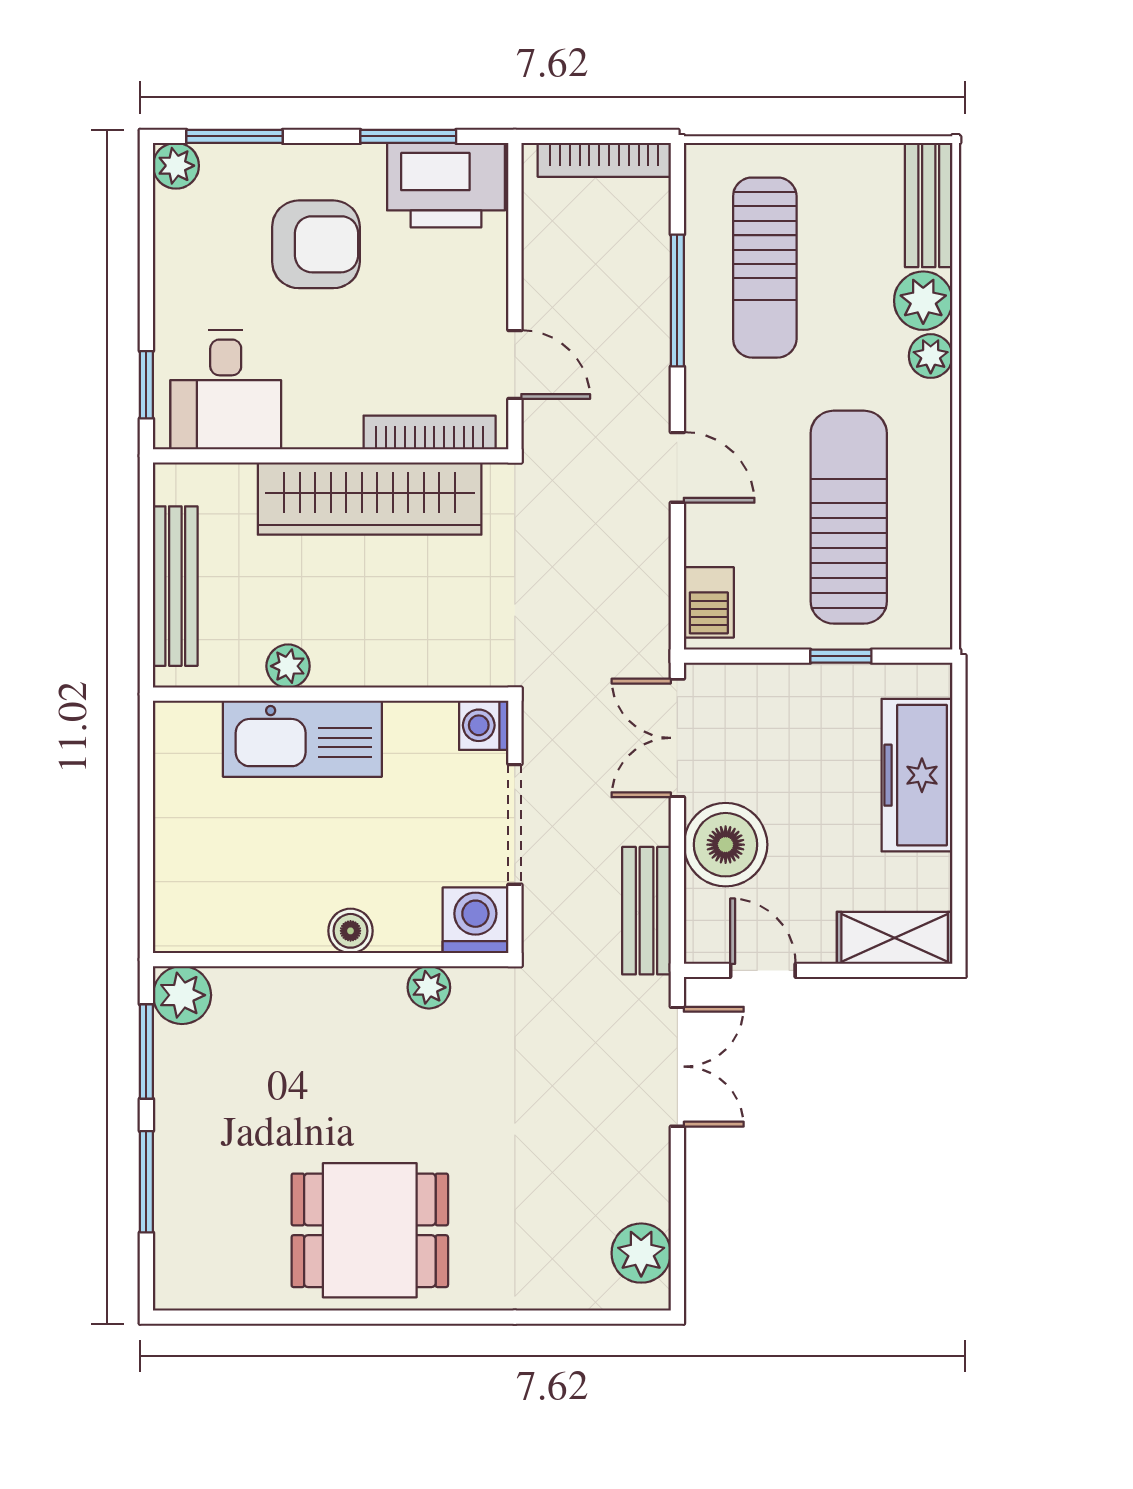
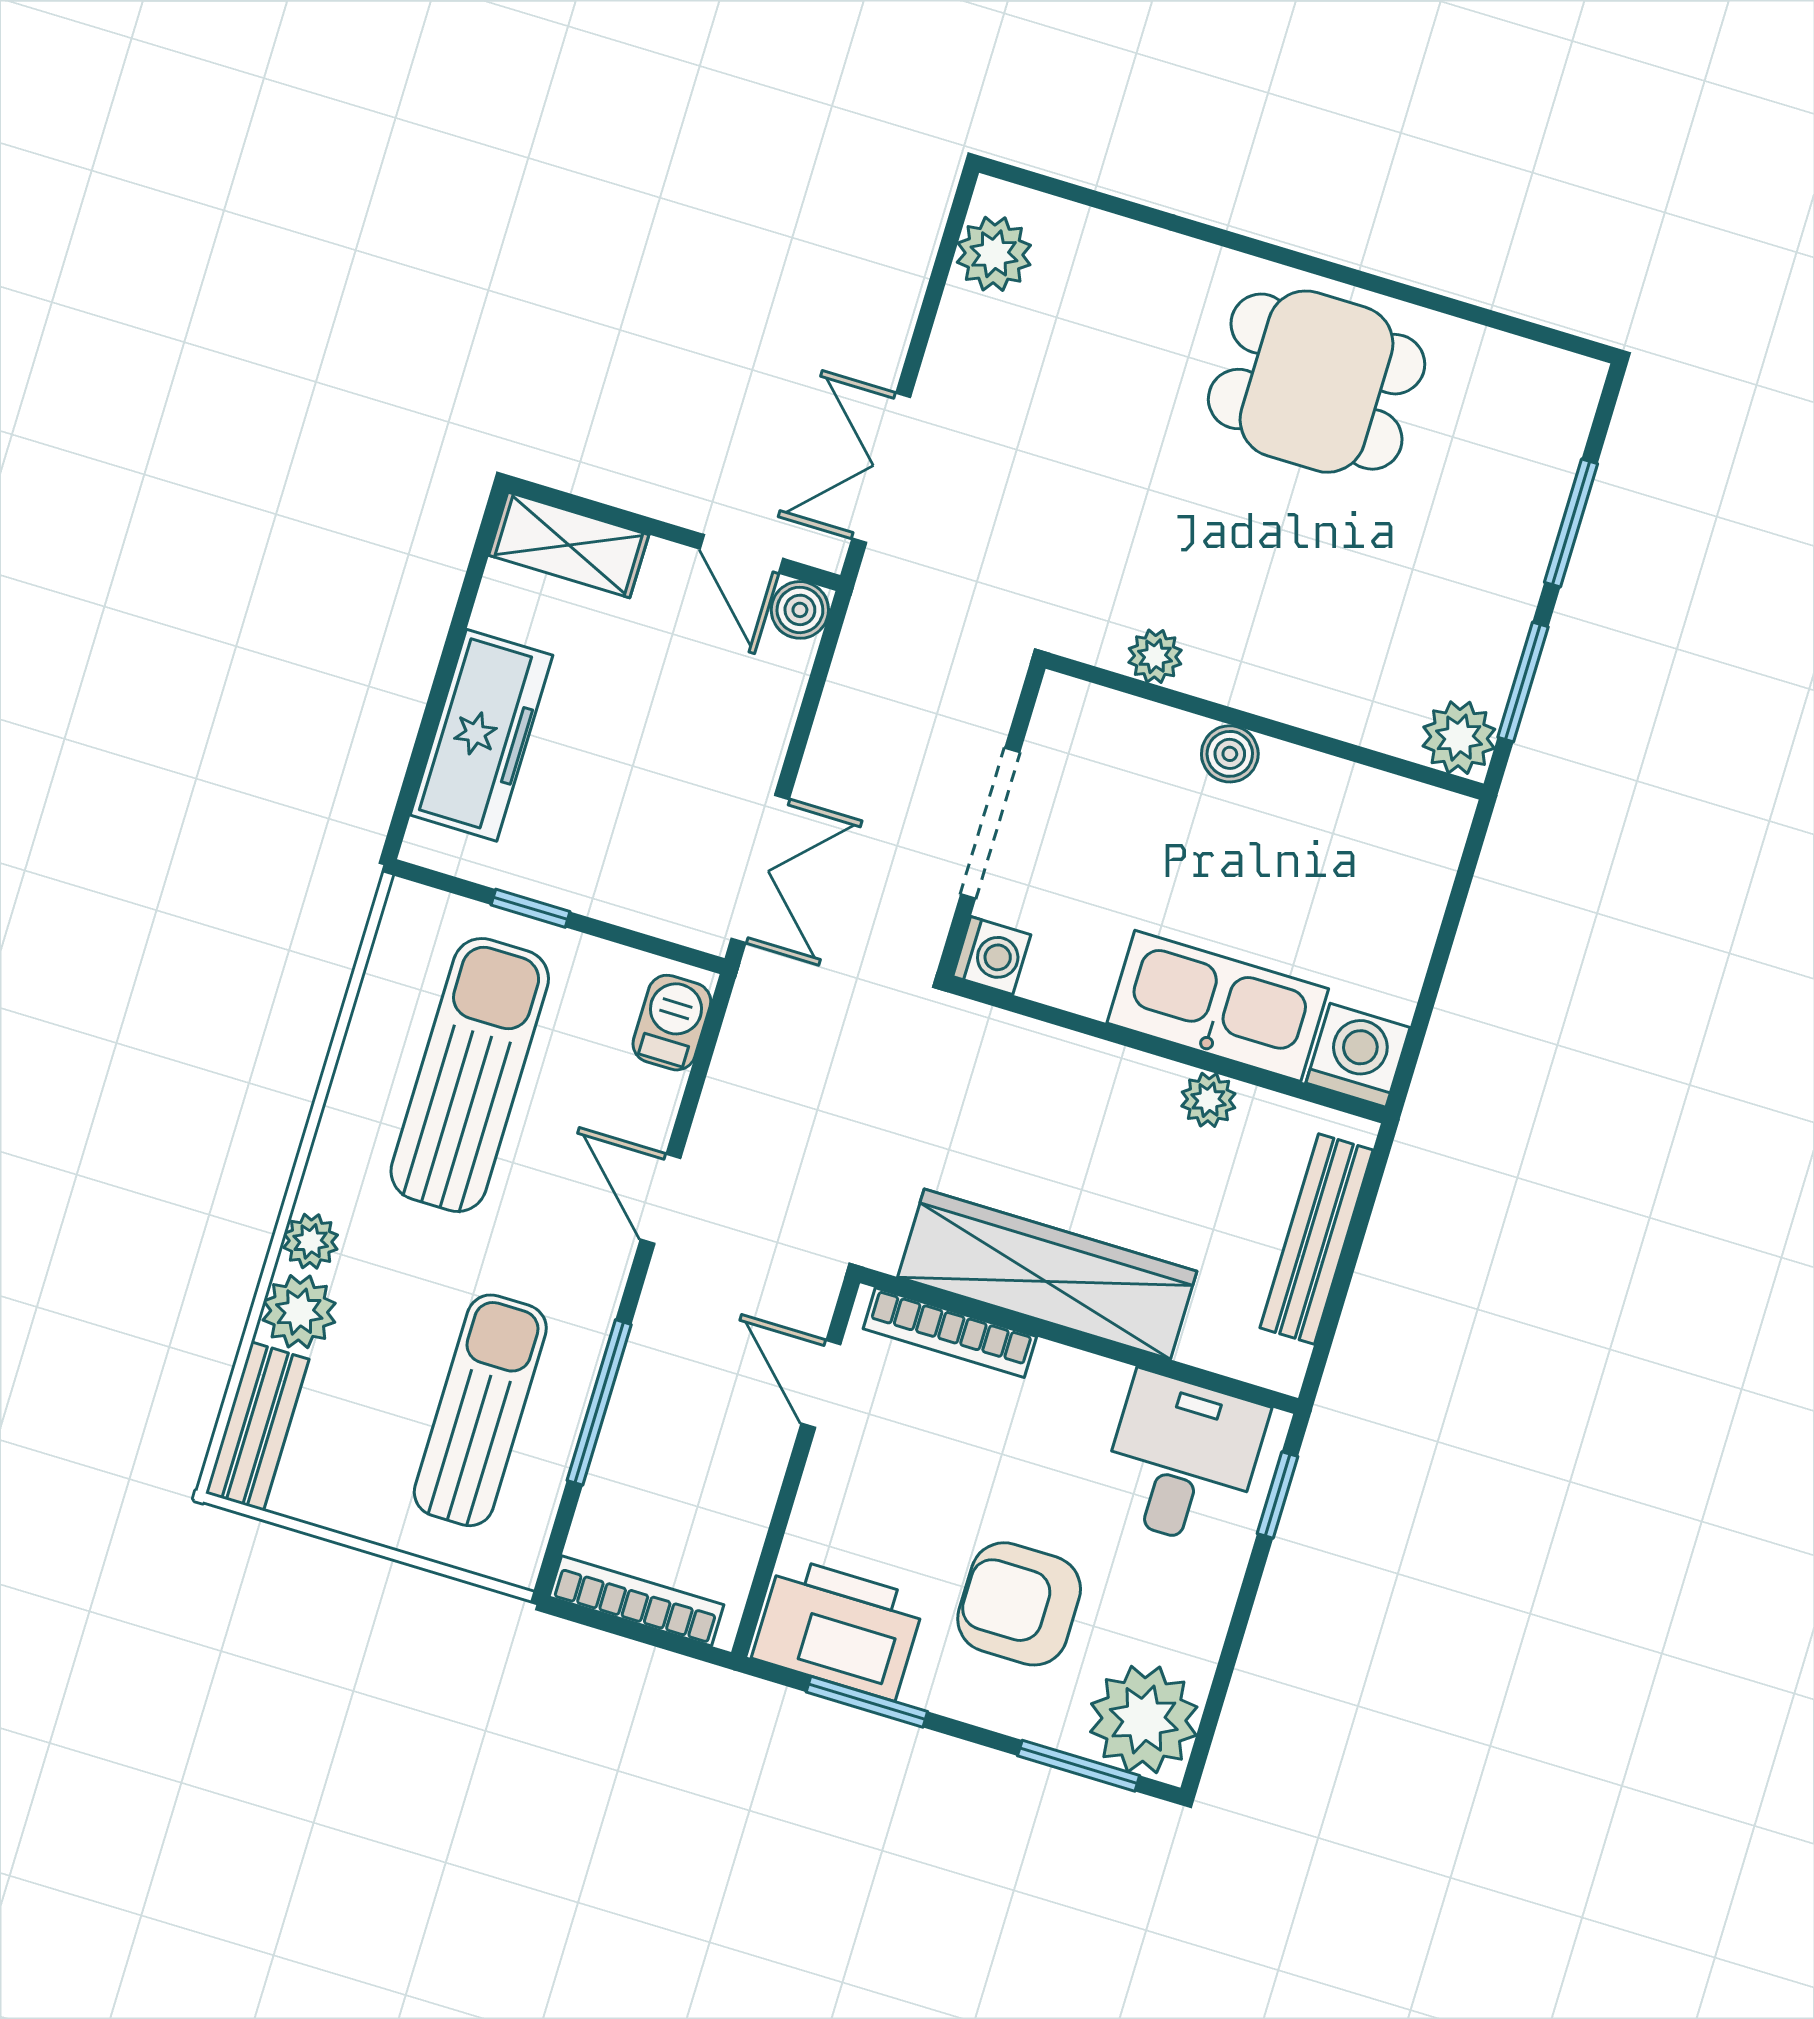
plant: (176, 166) -> (1144, 1719), width x1.87, depth x1.87
sun lounger: (849, 517) -> (470, 1075), turned 180
boiler: (726, 845) -> (800, 610), moved, width x0.54, depth x0.54
bench: (646, 911) -> (861, 670), removed
washing machine: (475, 920) -> (1358, 1055), moved, turned 180

